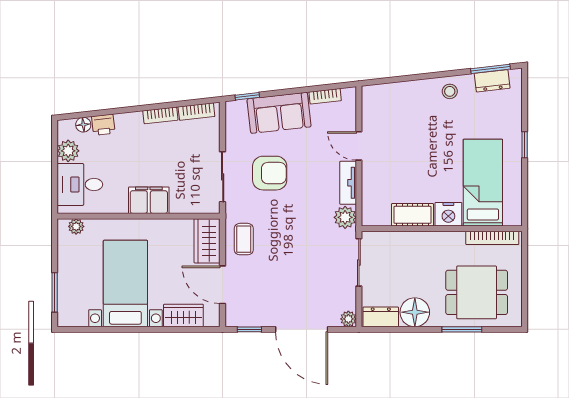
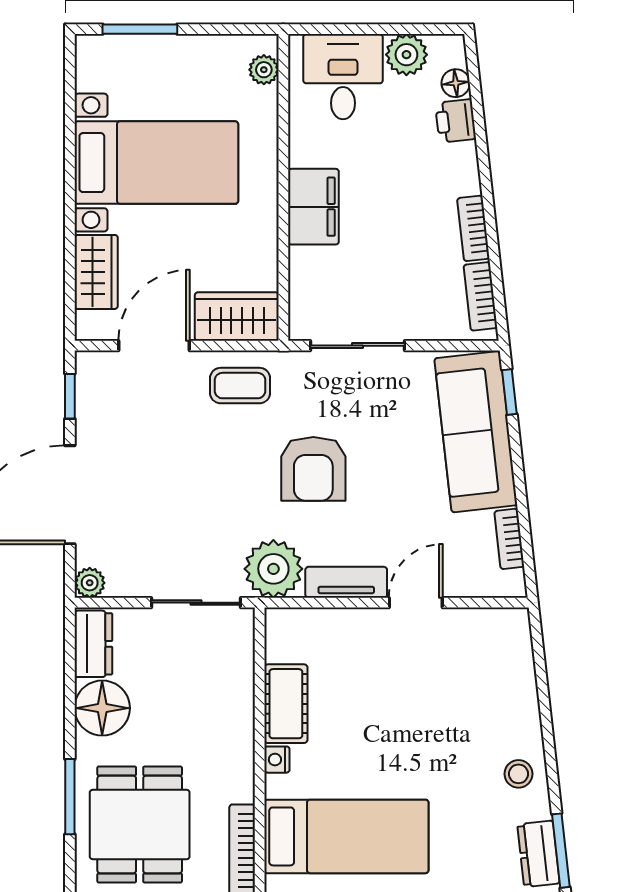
sofa: (279, 113) -> (476, 432), width x1.36
armchair: (270, 173) -> (313, 469), moved
nightstand: (448, 214) -> (277, 760), width x0.53, depth x0.56
plant: (345, 217) -> (273, 569), width x1.36, depth x1.36

